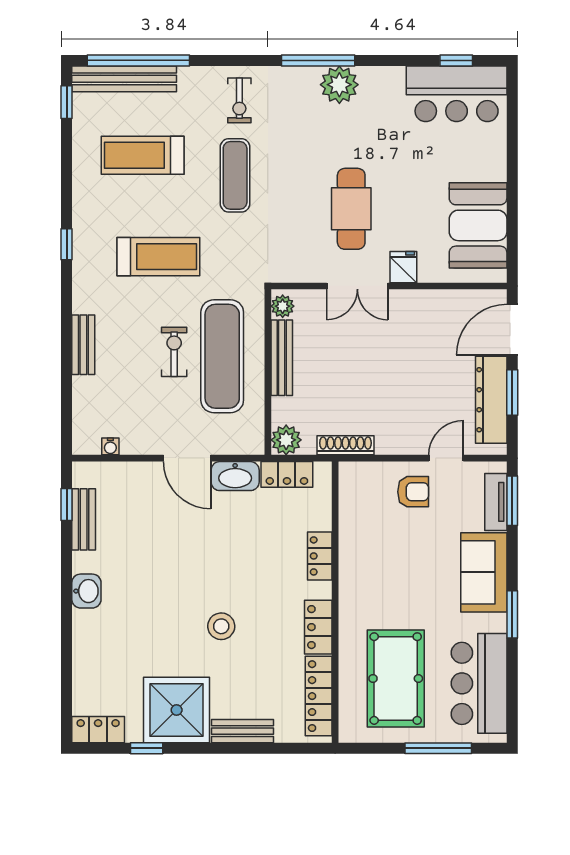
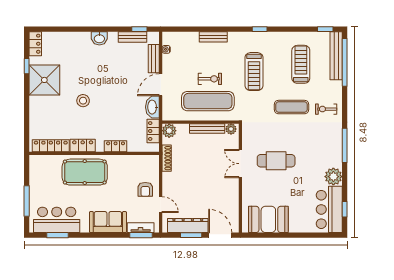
plant: (339, 85) -> (333, 177), moved
fridge: (403, 267) -> (249, 185), removed
window: (512, 614) -> (57, 235), moved
pool table: (396, 679) -> (85, 172), moved
bench: (243, 731) -> (154, 59), moved

